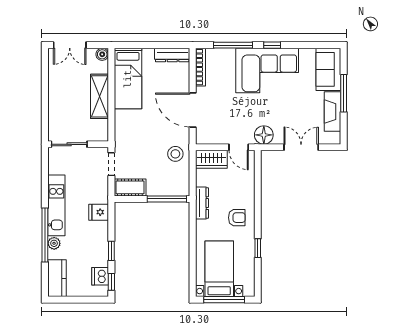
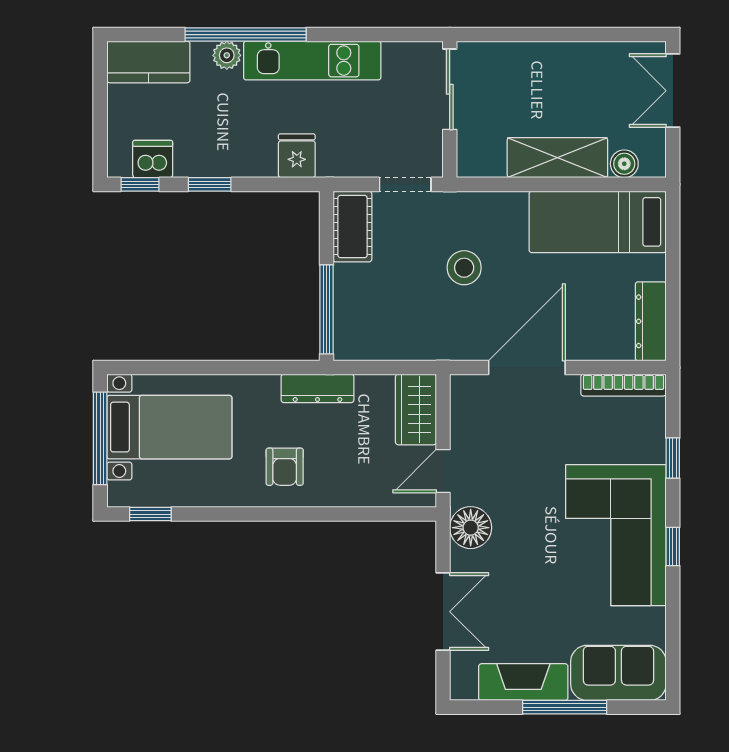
window: (233, 45) -> (673, 458), width x0.46
boiler: (102, 54) -> (624, 164), moved
stool: (175, 154) -> (464, 268), moved
window: (258, 248) -> (150, 514), moved

